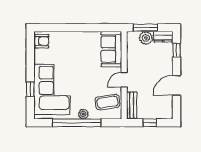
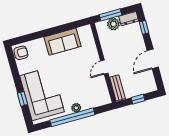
sofa: (111, 49) -> (63, 42), moved, turned -90
coffee table: (108, 102) -> (95, 91), removed

